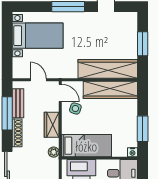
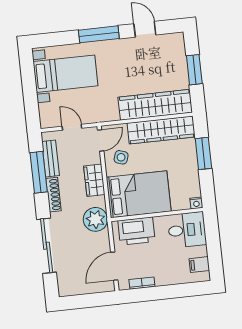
door: (60, 93) -> (101, 140), hinge flipped
window: (143, 129) -> (203, 153), moved
bed: (86, 146) -> (139, 194), width x1.50
plant: (54, 152) -> (95, 219), width x1.88, depth x1.88

